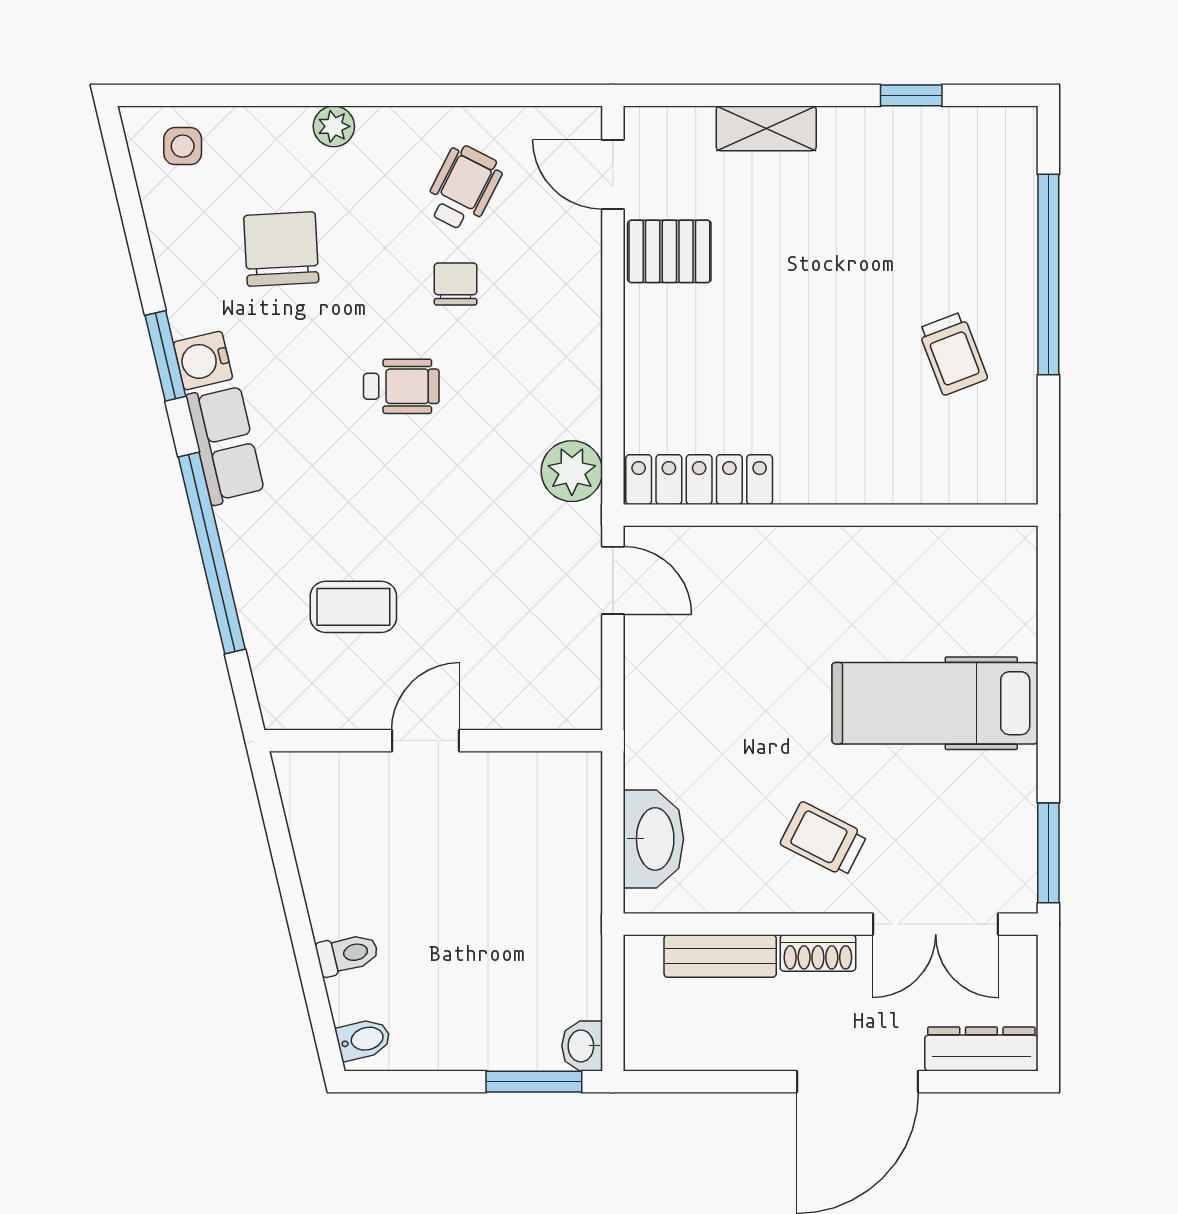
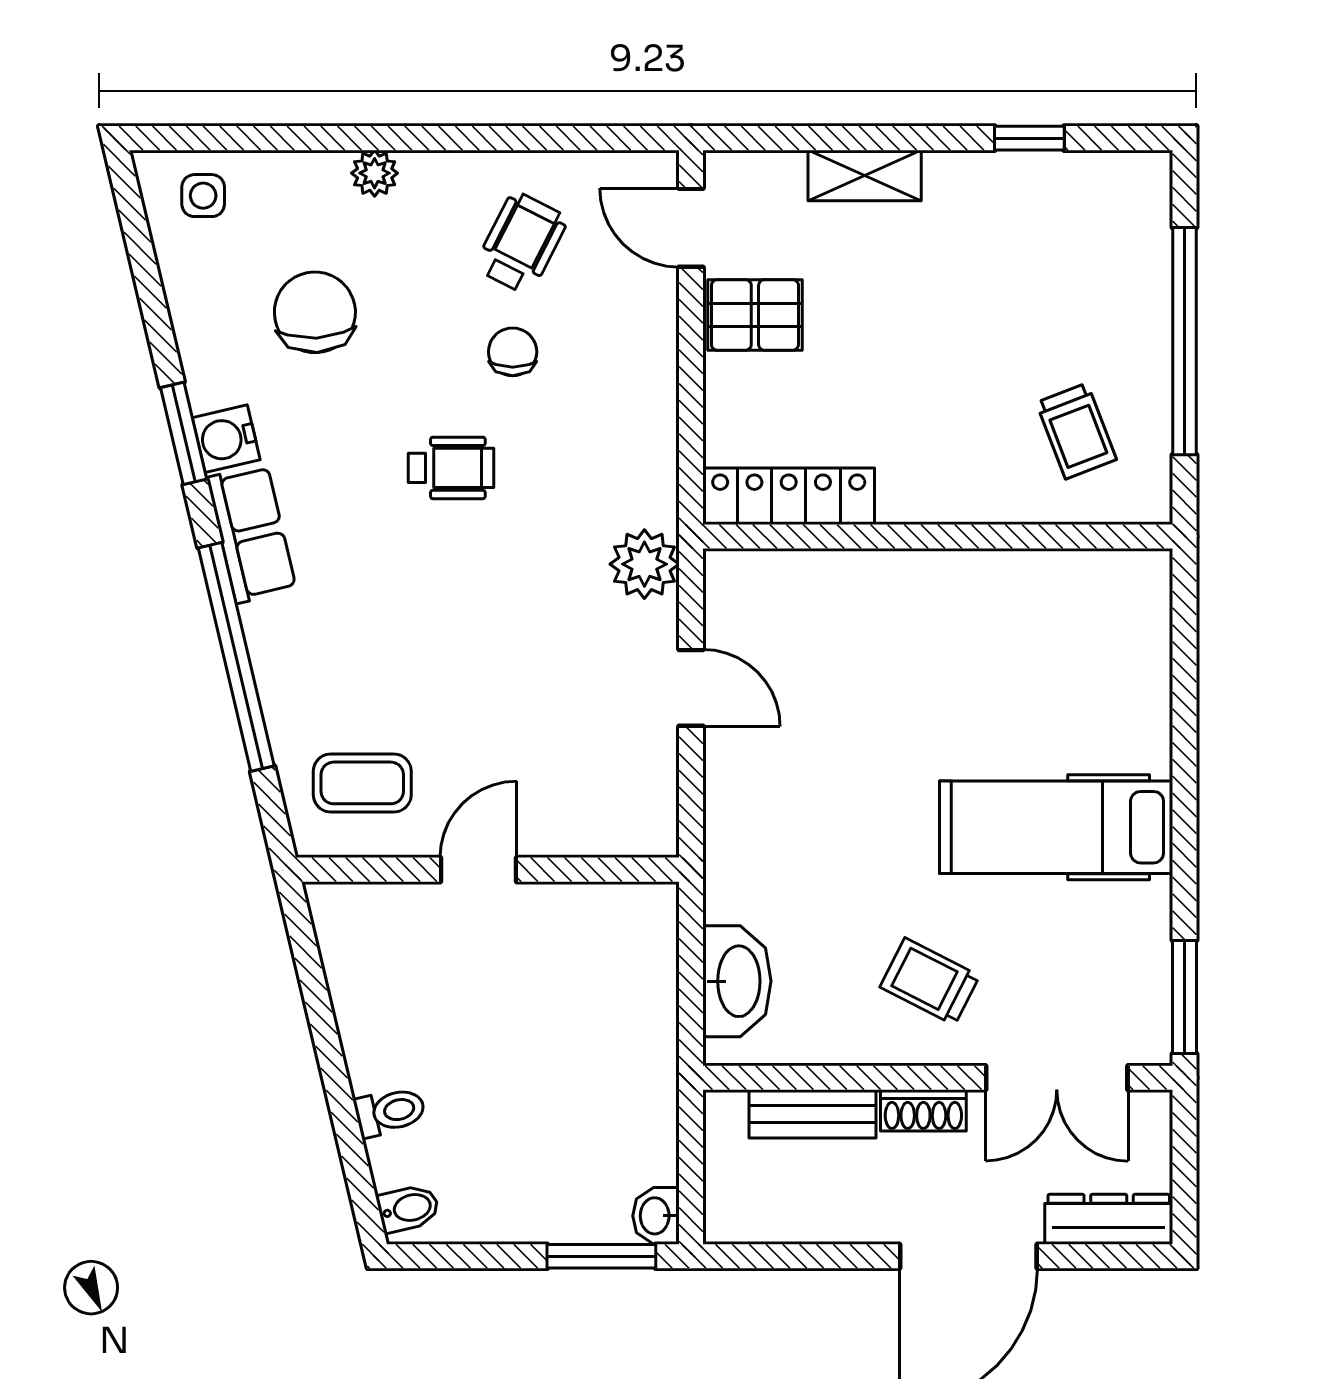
locker: (699, 480) -> (789, 496), moved
wall: (831, 515) -> (938, 537), moved
coffee table: (353, 607) -> (362, 783), moved

